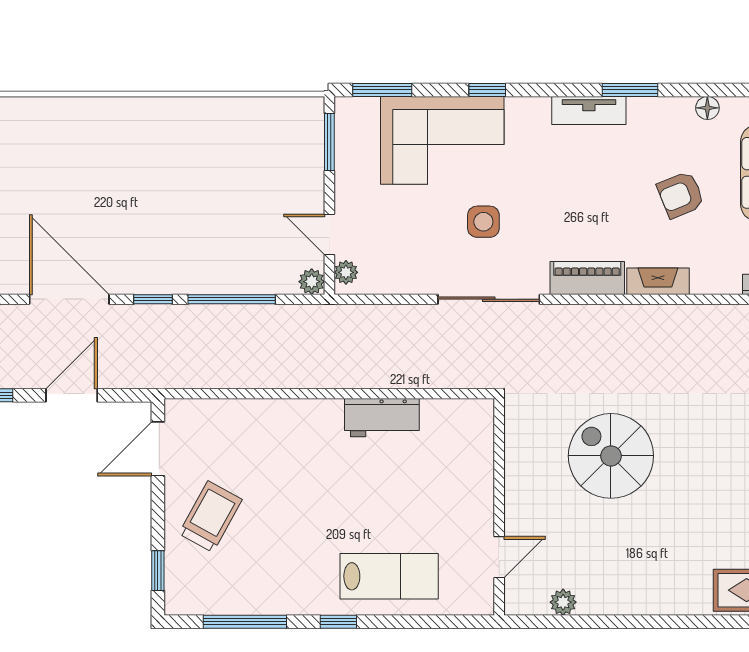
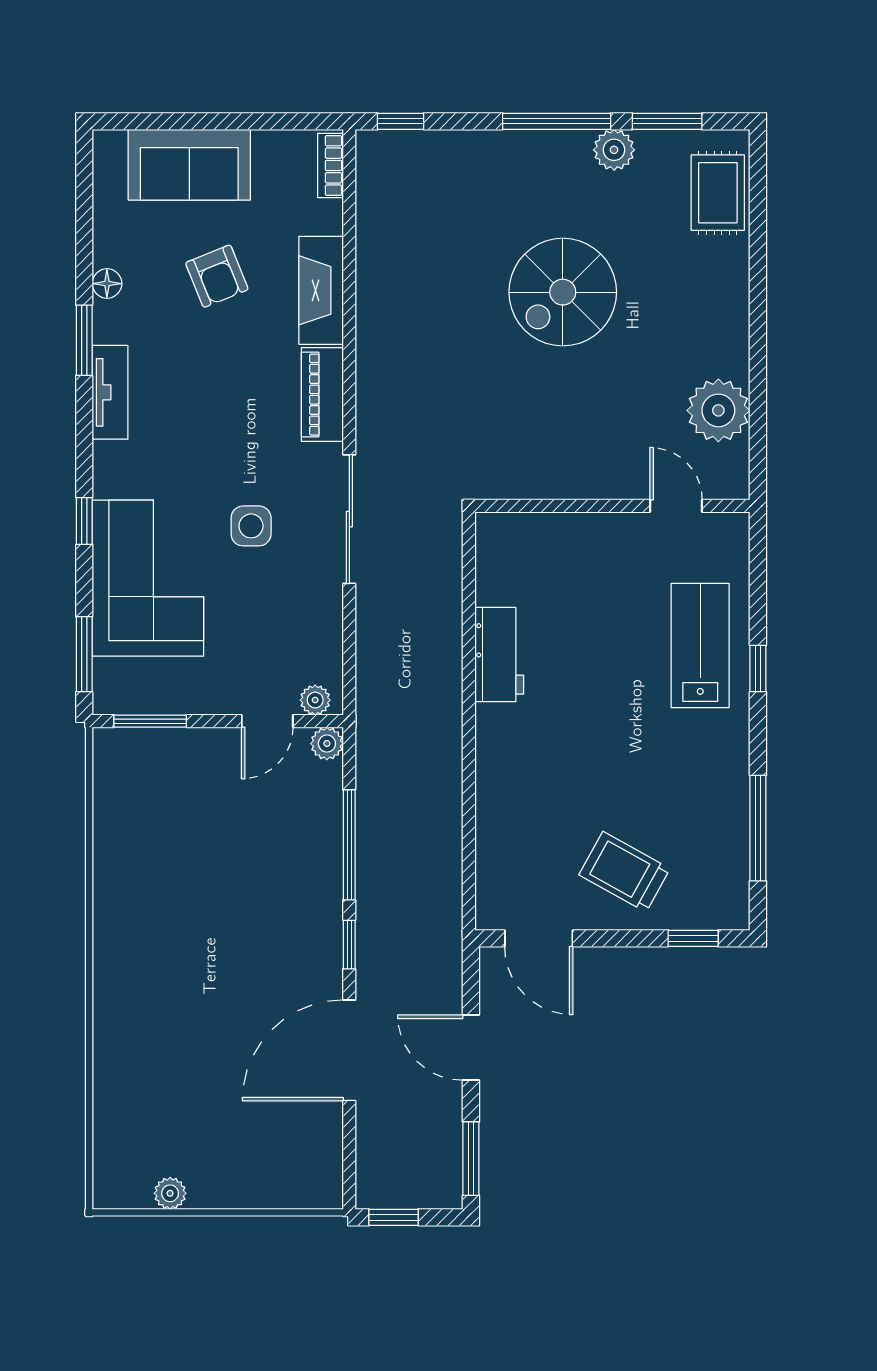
floor lamp: (707, 108) -> (107, 284), moved
fireplace: (658, 281) -> (321, 290), width x1.37, depth x1.32
spiral stairs: (611, 456) -> (563, 292), moved
plant: (563, 602) -> (718, 410), width x1.88, depth x1.88
window: (338, 622) -> (758, 668), moved

